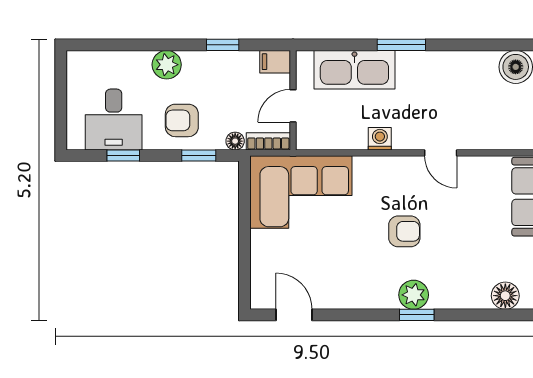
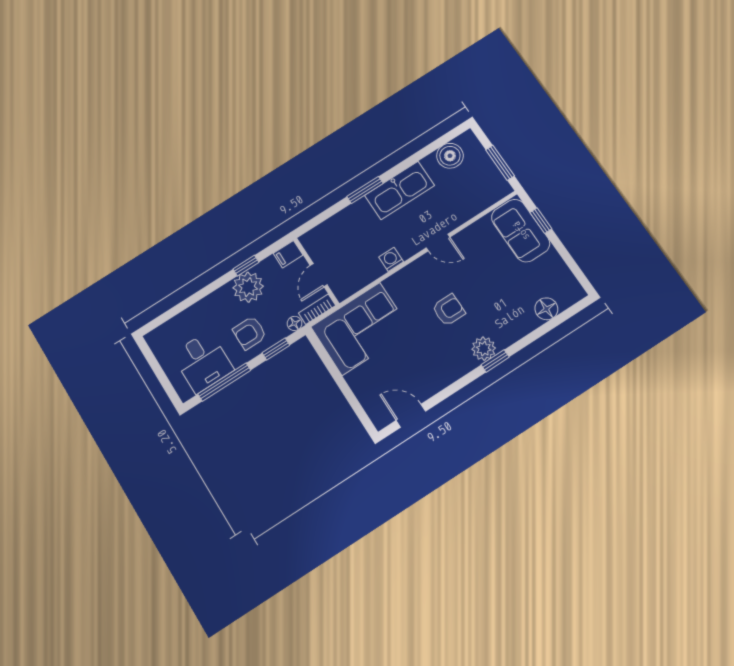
plant: (167, 65) -> (248, 287), moved, width x1.36, depth x1.36
kitchen sink: (354, 70) -> (400, 190), moved
window: (123, 156) -> (224, 382), width x2.17

